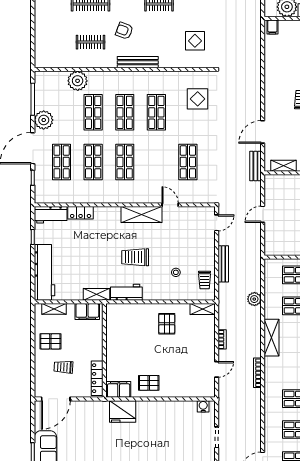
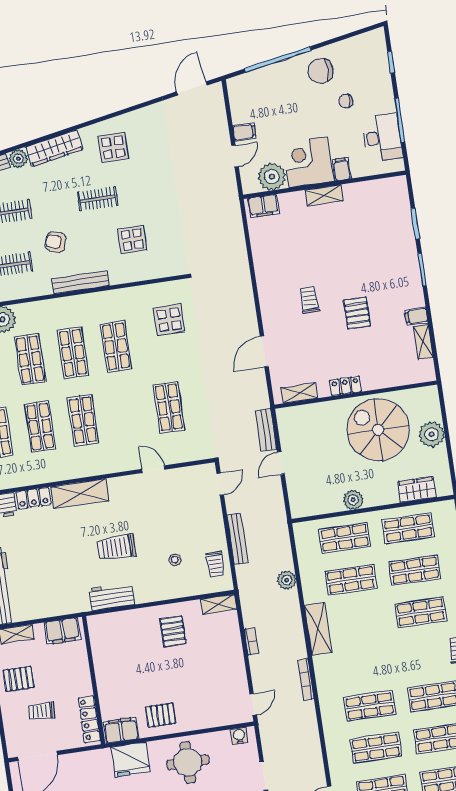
filing cabinet: (272, 27) -> (263, 206), width x2.00
display table: (195, 41) -> (132, 239), moved
bench: (255, 166) -> (266, 430), moved
shelving: (141, 215) -> (80, 494), moved
shelving: (97, 294) -> (72, 606), removed
door: (217, 369) -> (253, 704), moved
round table: (163, 420) -> (188, 762), added

